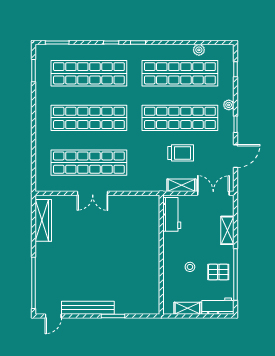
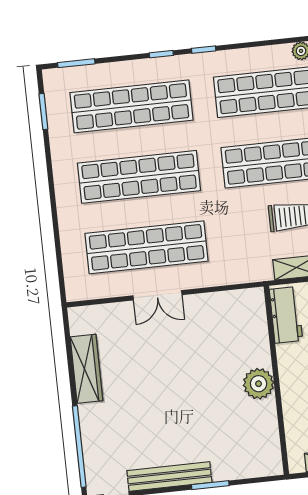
wardrobe: (43, 220) -> (86, 369), moved
plant: (150, 256) -> (259, 384), added

